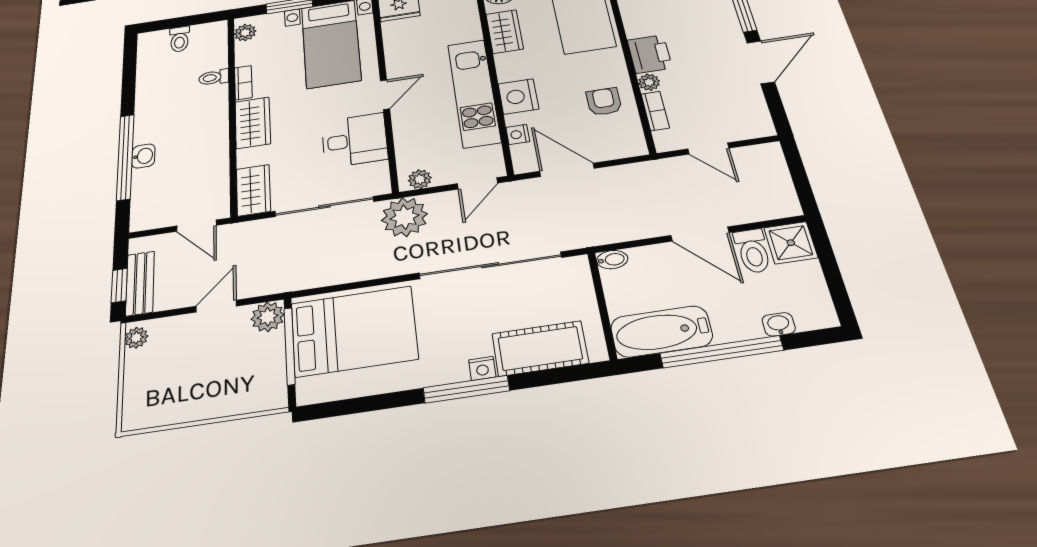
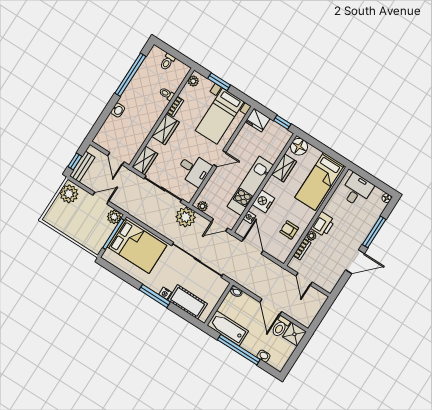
armchair: (604, 102) -> (289, 230), turned -90
window: (125, 157) -> (130, 75), moved
plant: (136, 338) -> (69, 194), width x1.88, depth x1.88

